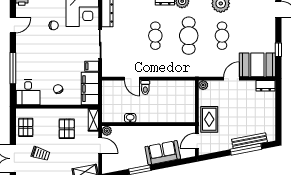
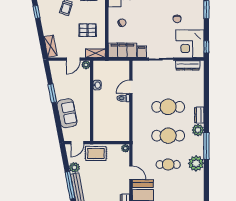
cafe table: (155, 36) -> (168, 107), width x1.37, depth x1.35
door: (197, 141) -> (77, 143), swing flipped
plant: (225, 144) -> (74, 167), added

